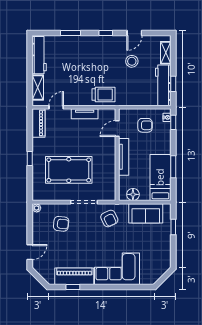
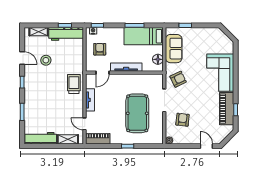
door: (117, 129) -> (102, 73), hinge flipped

